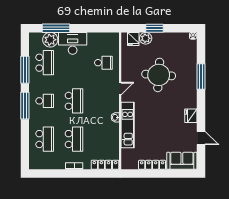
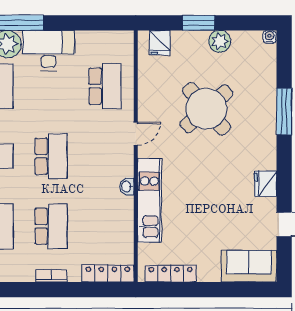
plant: (146, 38) -> (220, 41), moved
school desk: (103, 63) -> (105, 86), width x1.85
round table: (159, 75) -> (206, 109), turned 45
locker: (152, 165) -> (171, 274), moved

